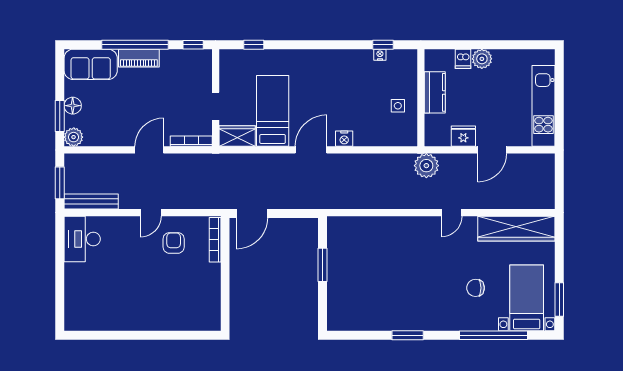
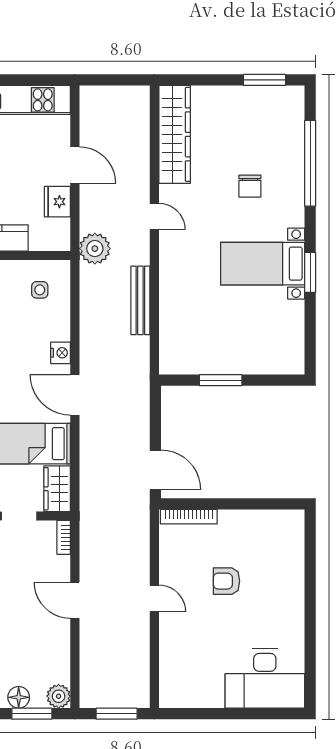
side table: (398, 106) -> (40, 290), moved
bookcase: (191, 141) -> (64, 537), width x0.64
bench: (91, 202) -> (140, 300), moved
desk: (82, 239) -> (265, 678), moved, width x1.36, depth x1.30
armchair: (174, 243) -> (226, 581), moved
bed with nightstands: (527, 298) -> (263, 264), moved

